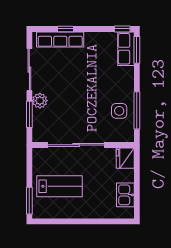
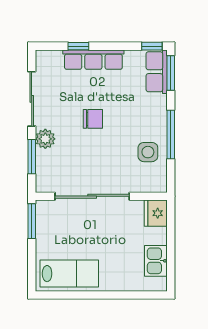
row of seats: (60, 39) -> (93, 60), moved
chair: (77, 85) -> (93, 119), added
window: (137, 110) -> (171, 135), moved
lab bench: (60, 186) -> (69, 274), moved
window: (29, 201) -> (32, 221), moved

